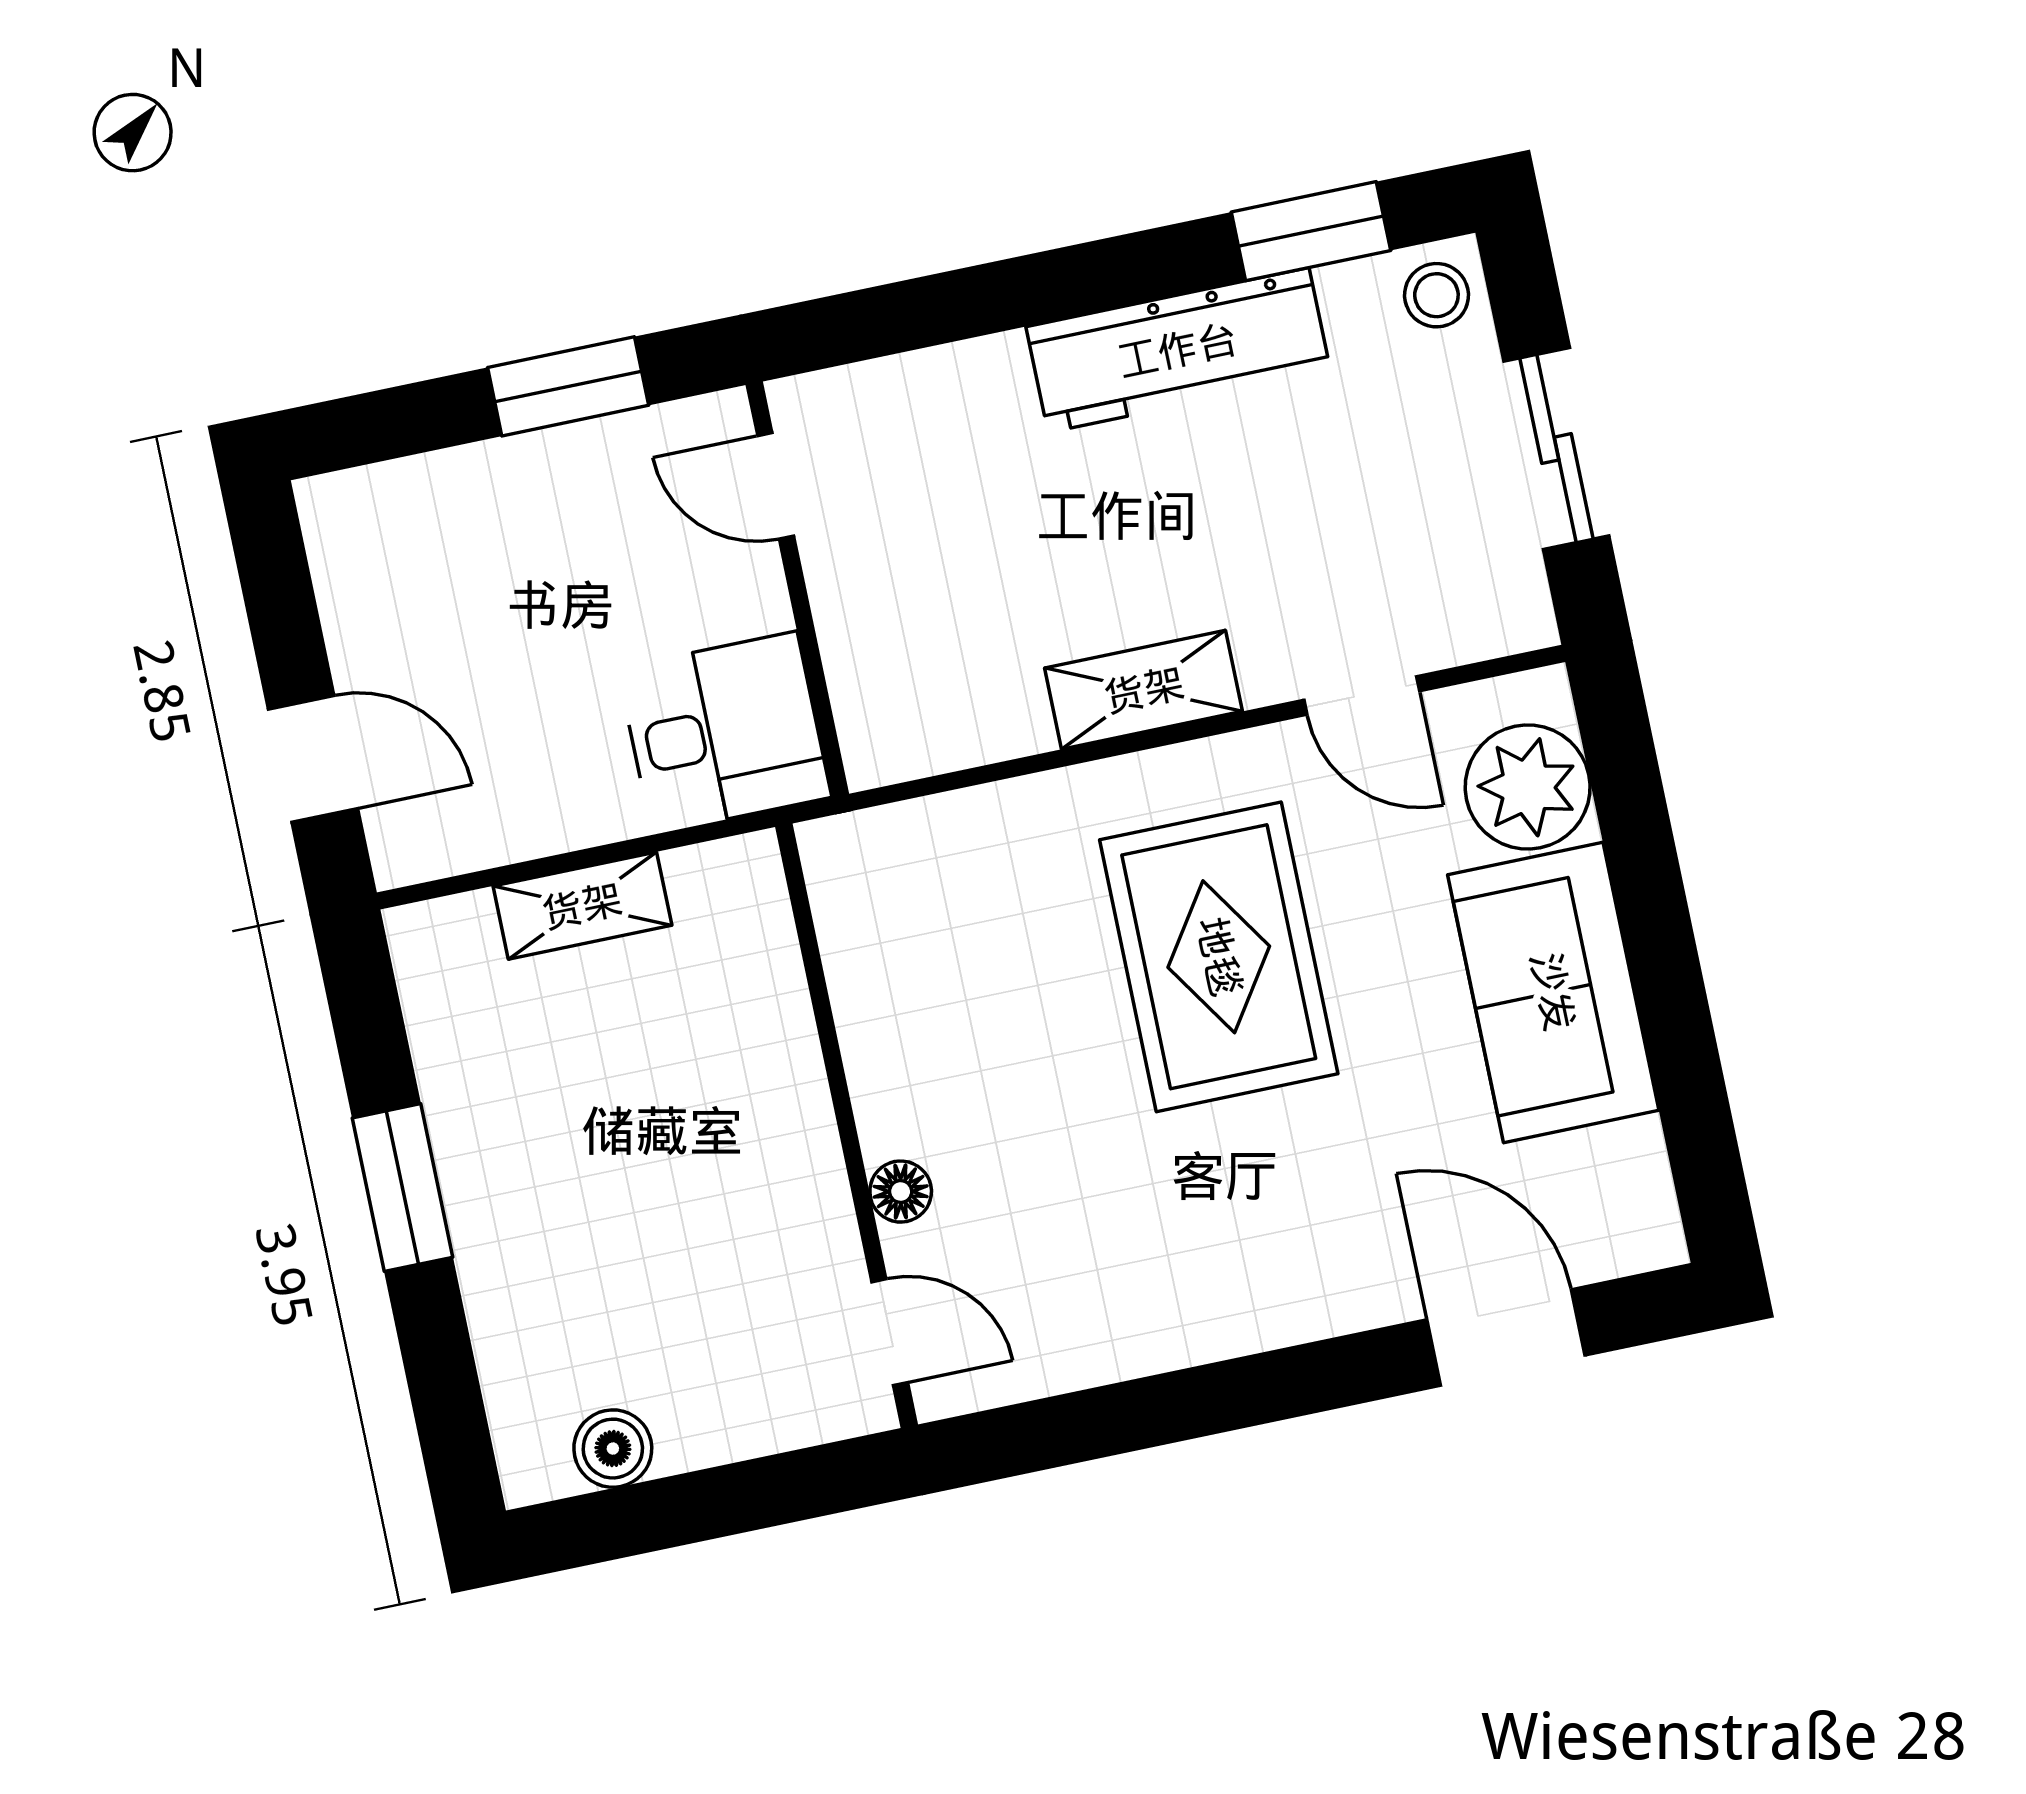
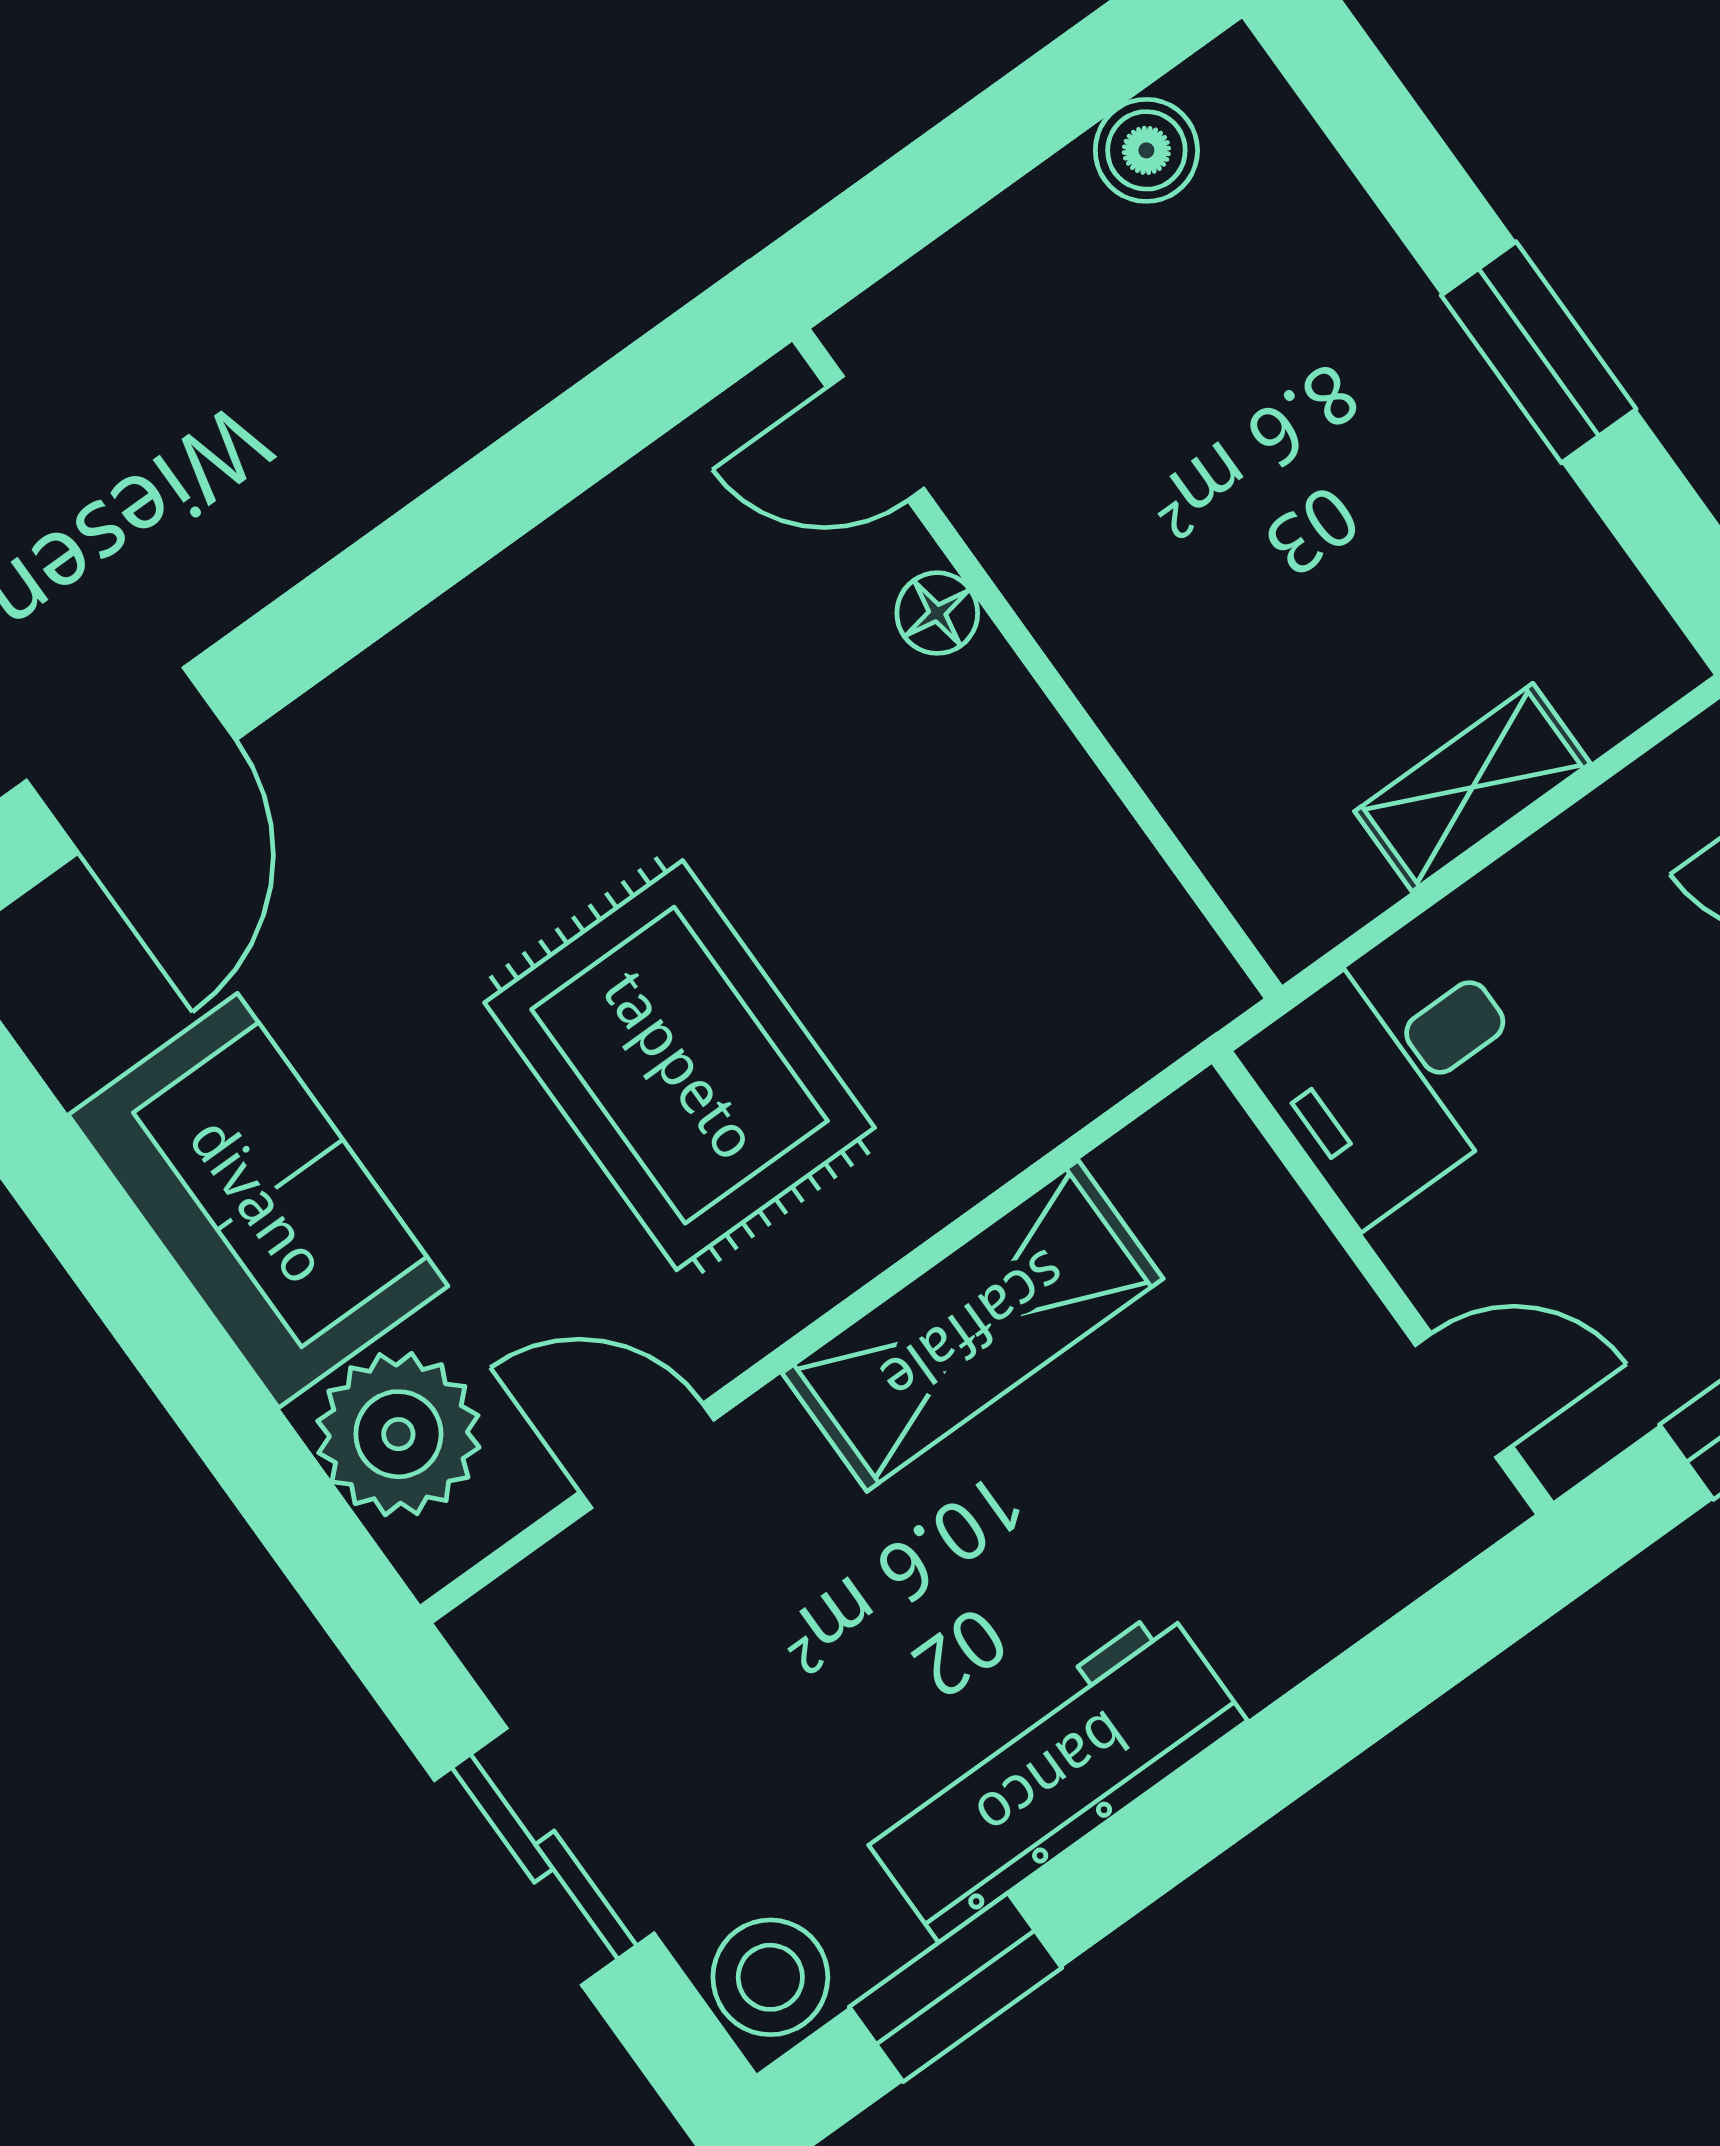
stool: (1436, 295) -> (770, 1977), width x1.37, depth x1.37
shelving: (1144, 690) -> (973, 1326), width x1.50, depth x1.33
door: (1506, 1337) -> (131, 760), hinge flipped

